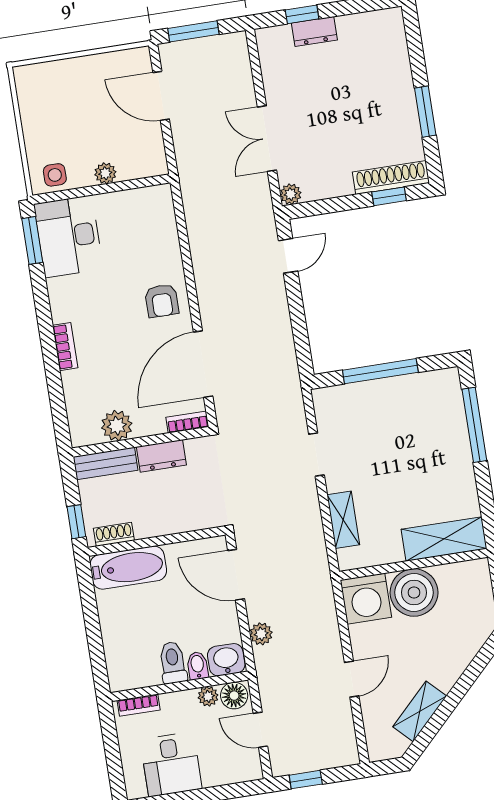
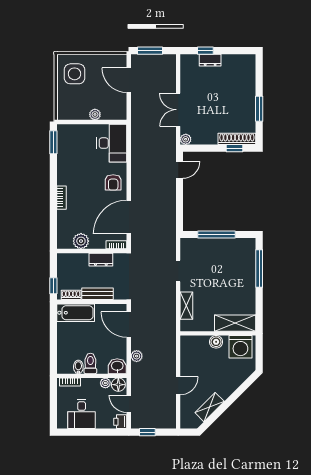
side table: (55, 175) -> (75, 74), moved, width x1.87, depth x1.87
desk: (68, 236) -> (112, 143), moved, turned 180
bench: (105, 463) -> (98, 294), moved
boiler: (414, 593) -> (216, 342), width x0.54, depth x0.54
washing machine: (366, 599) -> (240, 347), moved
bidet: (197, 666) -> (78, 367), moved
printer: (249, 767) -> (120, 422), added

